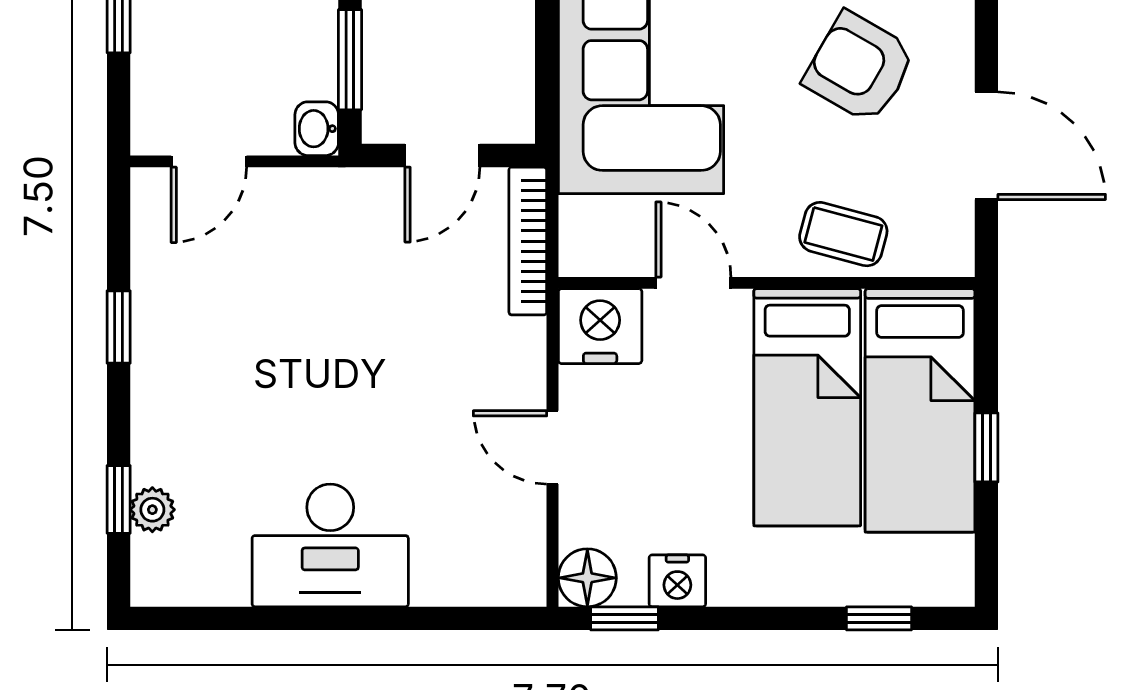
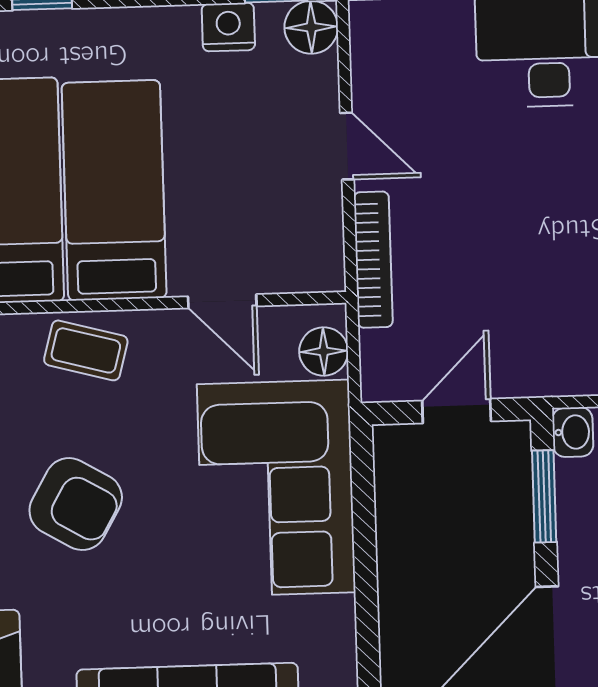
floor lamp: (585, 225) -> (324, 351), added
bookcase: (528, 241) -> (373, 260), moved
nightstand: (600, 326) -> (307, 259), removed

